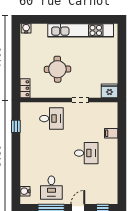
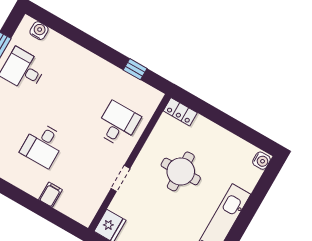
desk: (51, 119) -> (118, 124), turned 180

